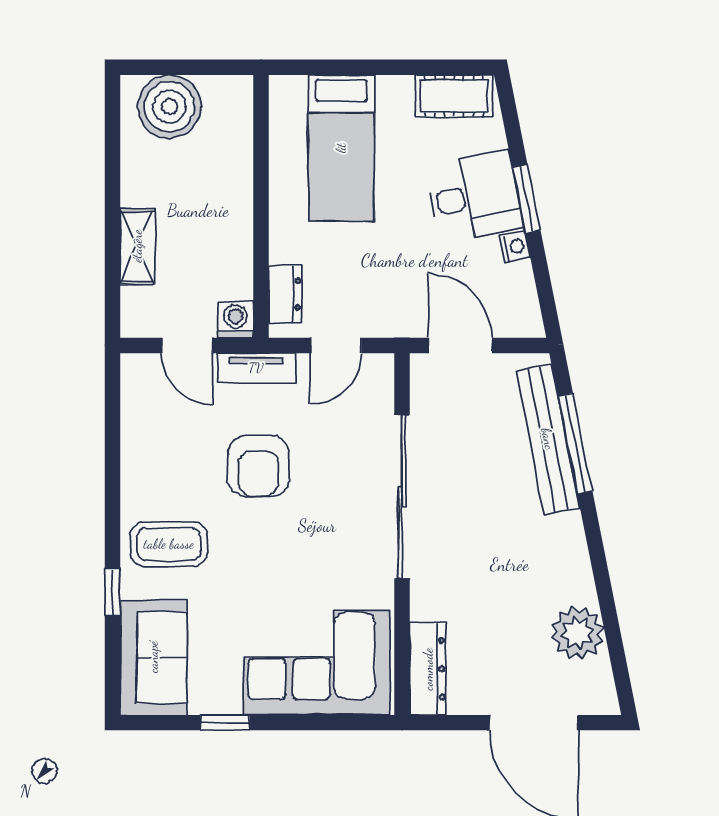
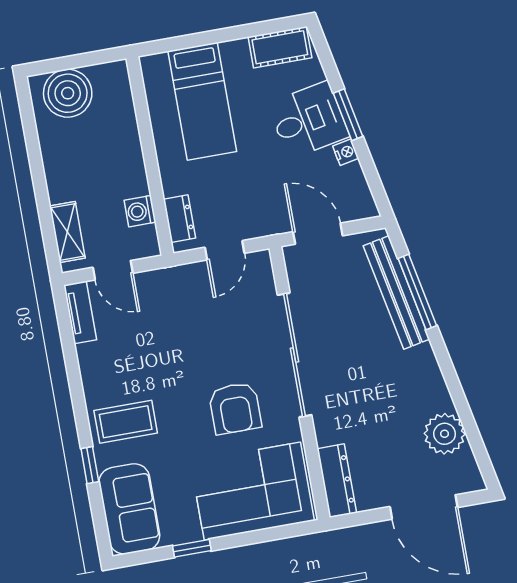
shelving: (137, 246) -> (67, 232), moved
washing machine: (236, 320) -> (140, 211), moved, turned -90
tv unit: (256, 368) -> (80, 312), moved, turned -90
armchair: (259, 466) -> (235, 408), moved

